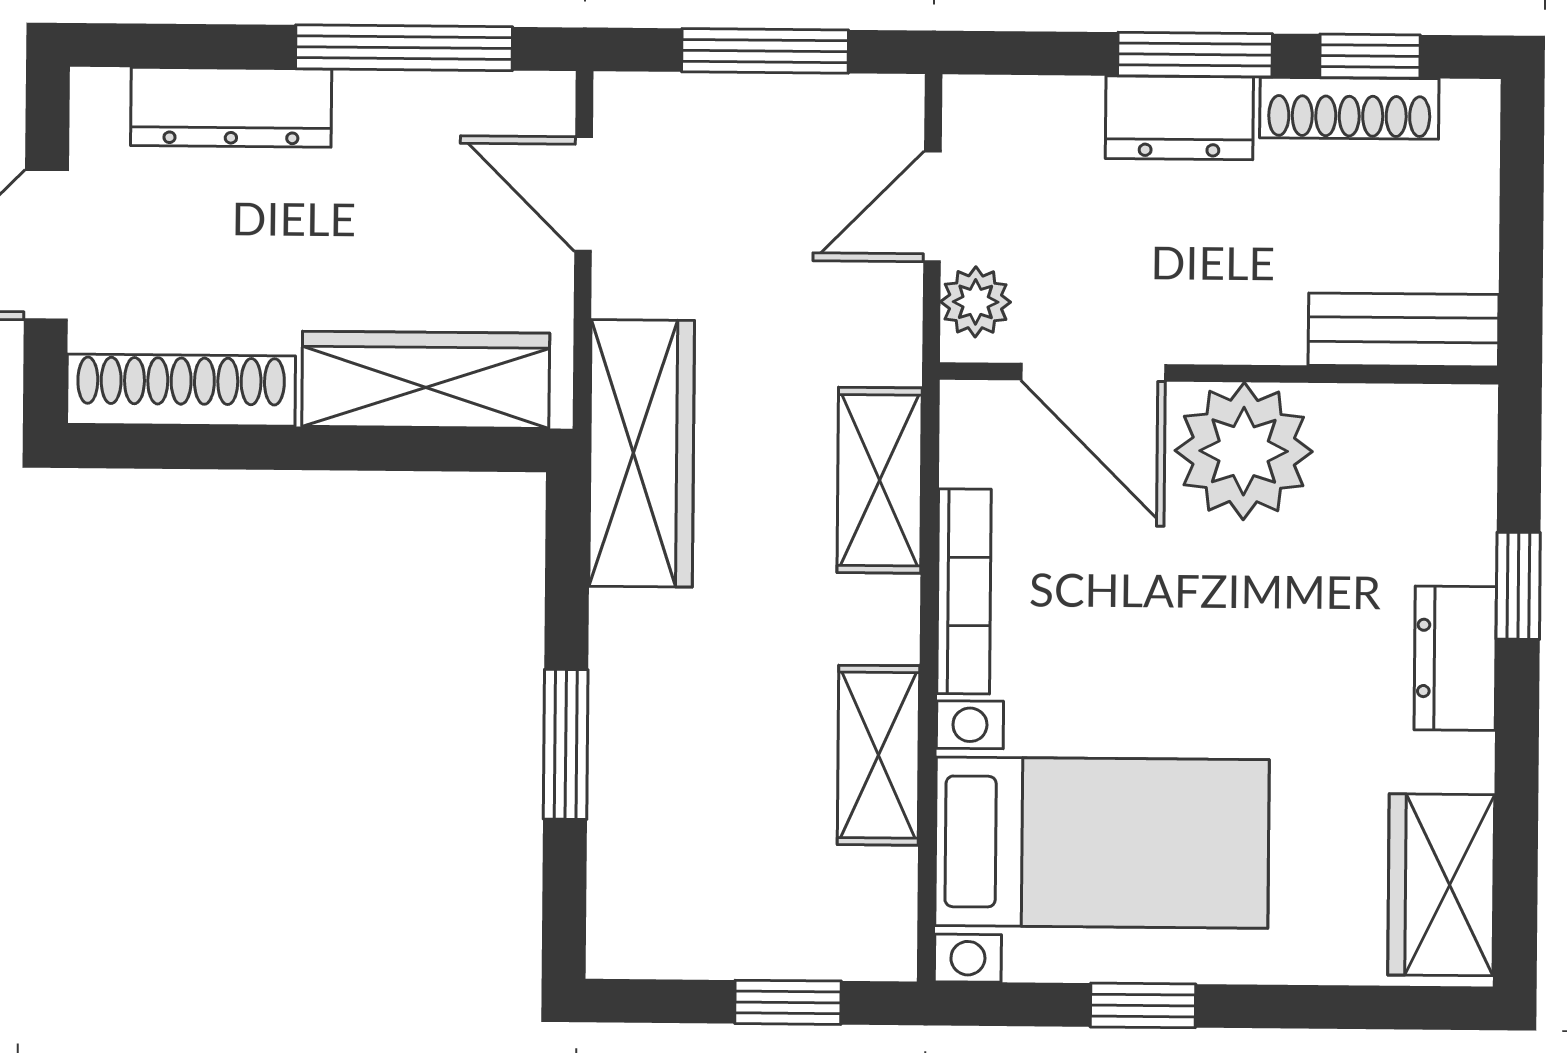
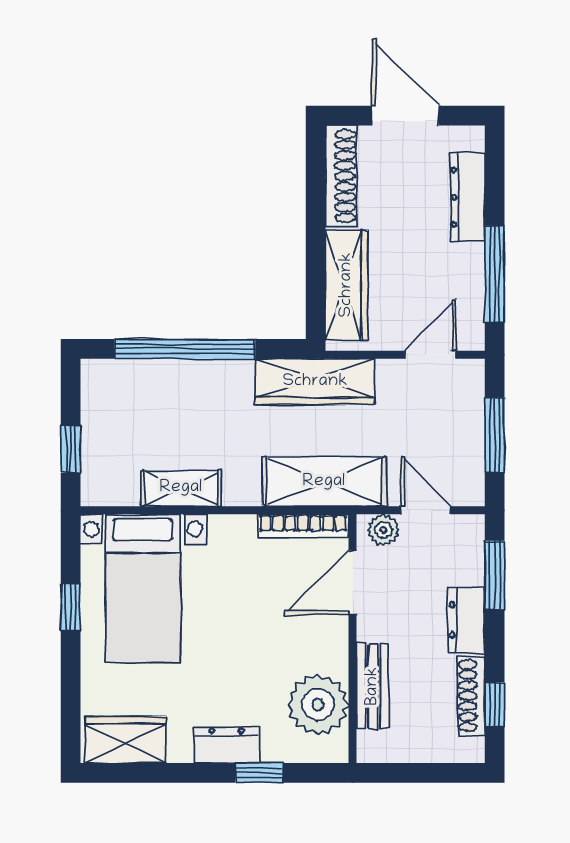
window: (1195, 55) -> (495, 575), moved
bench: (1404, 330) -> (373, 686), moved
plant: (1244, 451) -> (318, 705), moved
shelving: (880, 480) -> (324, 482), width x1.50, depth x1.33
bookcase: (964, 591) -> (303, 526), moved
window: (566, 744) -> (185, 349), width x2.11

